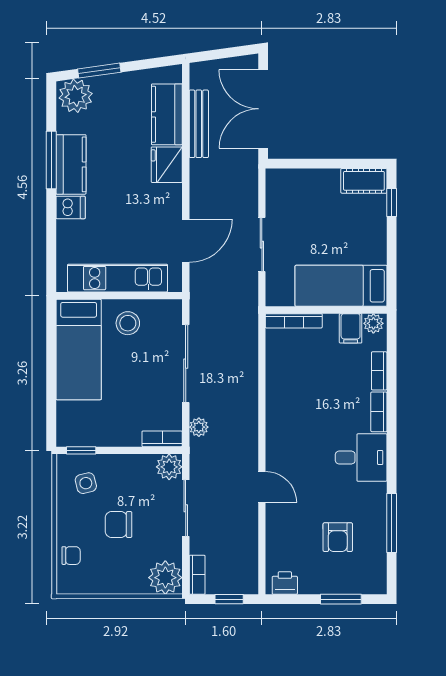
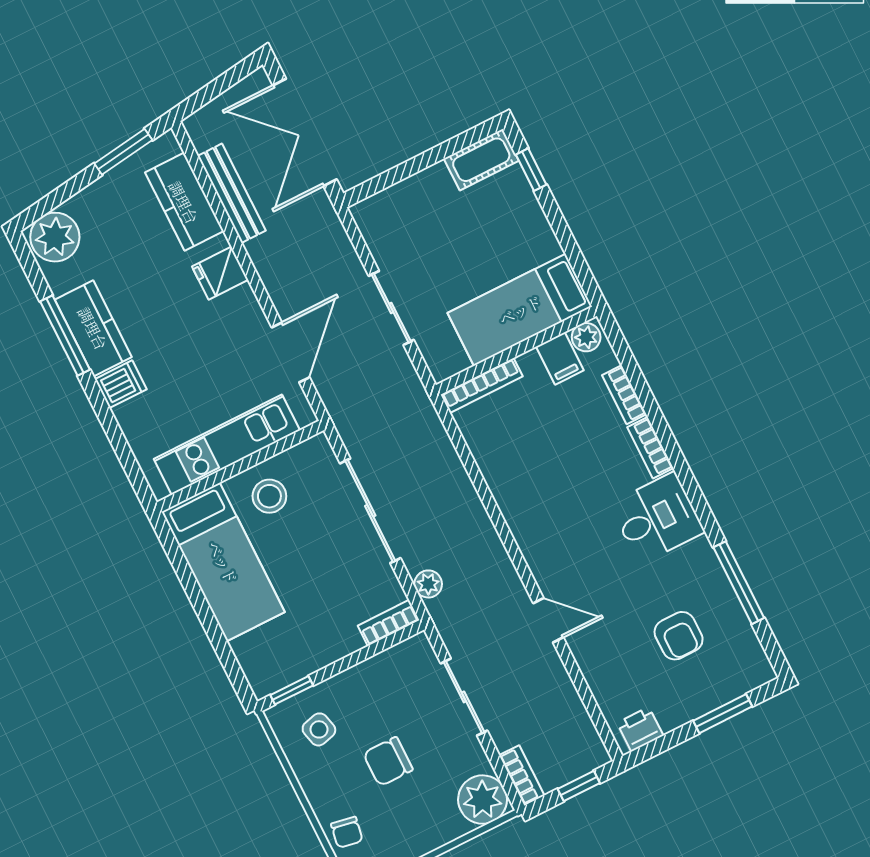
window: (99, 71) -> (123, 152), moved
fridge: (167, 165) -> (220, 273), width x0.72
plant: (169, 467) -> (416, 655), removed
chair: (71, 556) -> (347, 832), turned 100

